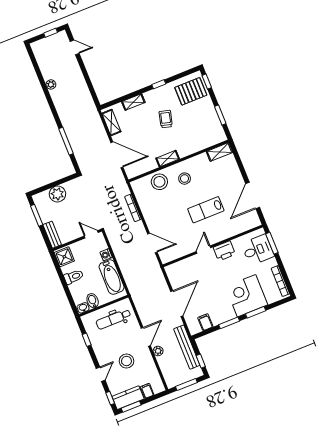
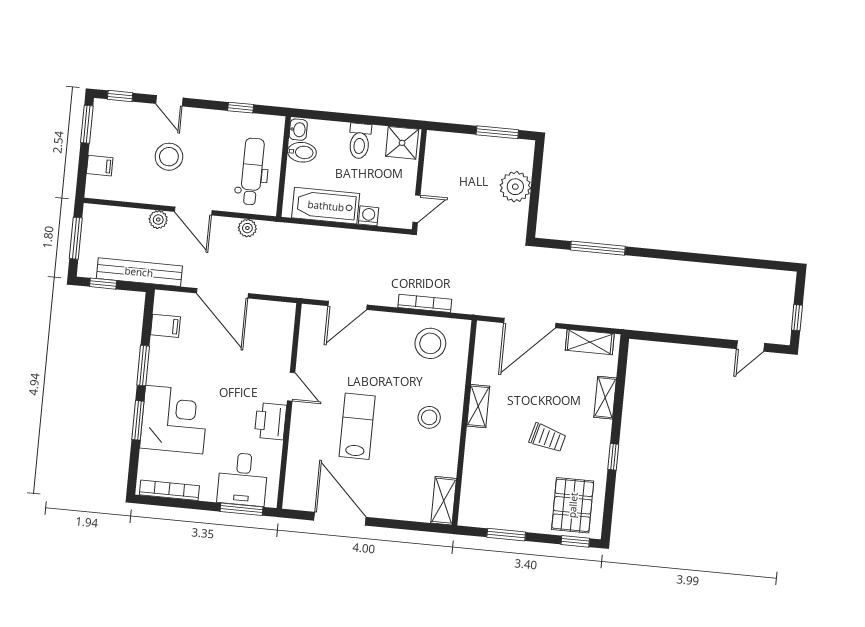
plant: (51, 84) -> (247, 228), moved
stool: (159, 182) -> (430, 343), moved
bench: (52, 235) -> (450, 142), removed
kitchen counter: (128, 398) -> (105, 127), removed

